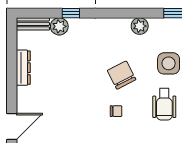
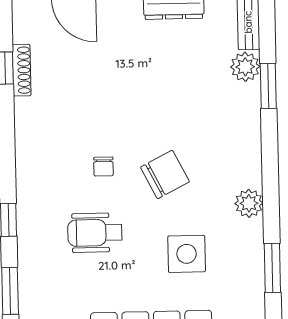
window: (71, 13) -> (268, 86), width x1.50
wheelchair: (164, 104) -> (95, 233), moved

